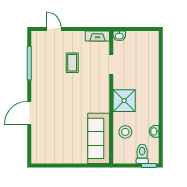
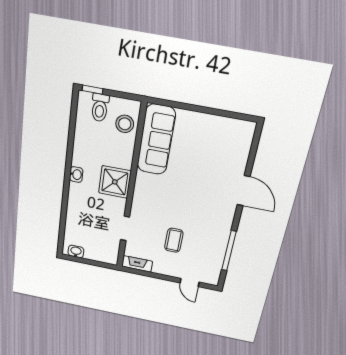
washbasin: (119, 36) -> (76, 251), moved
door: (29, 113) -> (244, 191), hinge flipped
washbasin: (154, 131) -> (76, 174), moved
stool: (125, 132) -> (125, 124), moved

